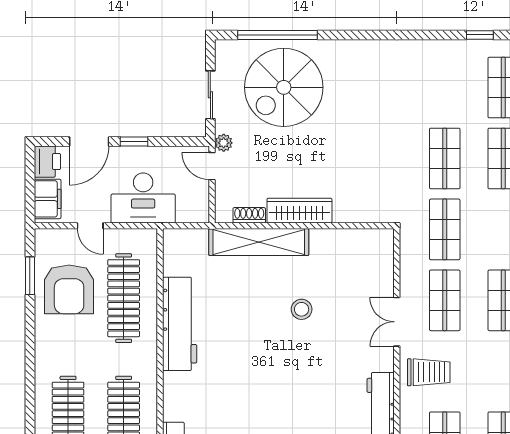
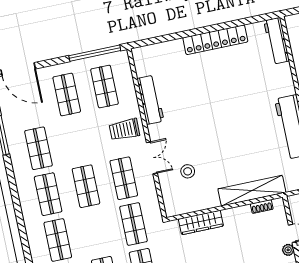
wardrobe: (299, 211) -> (201, 222), moved
stool: (302, 309) -> (188, 171), moved

